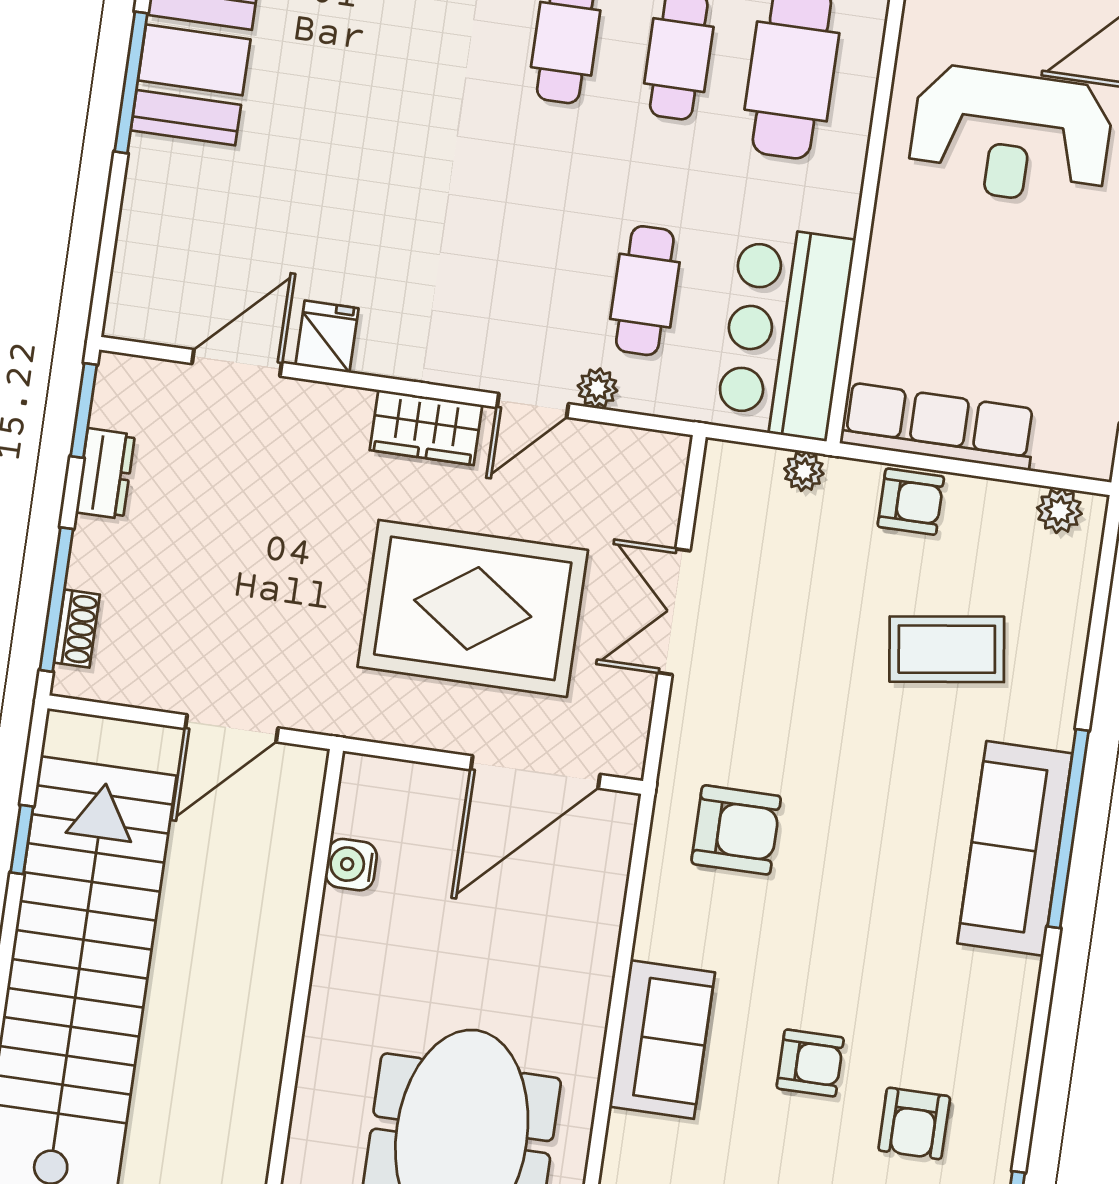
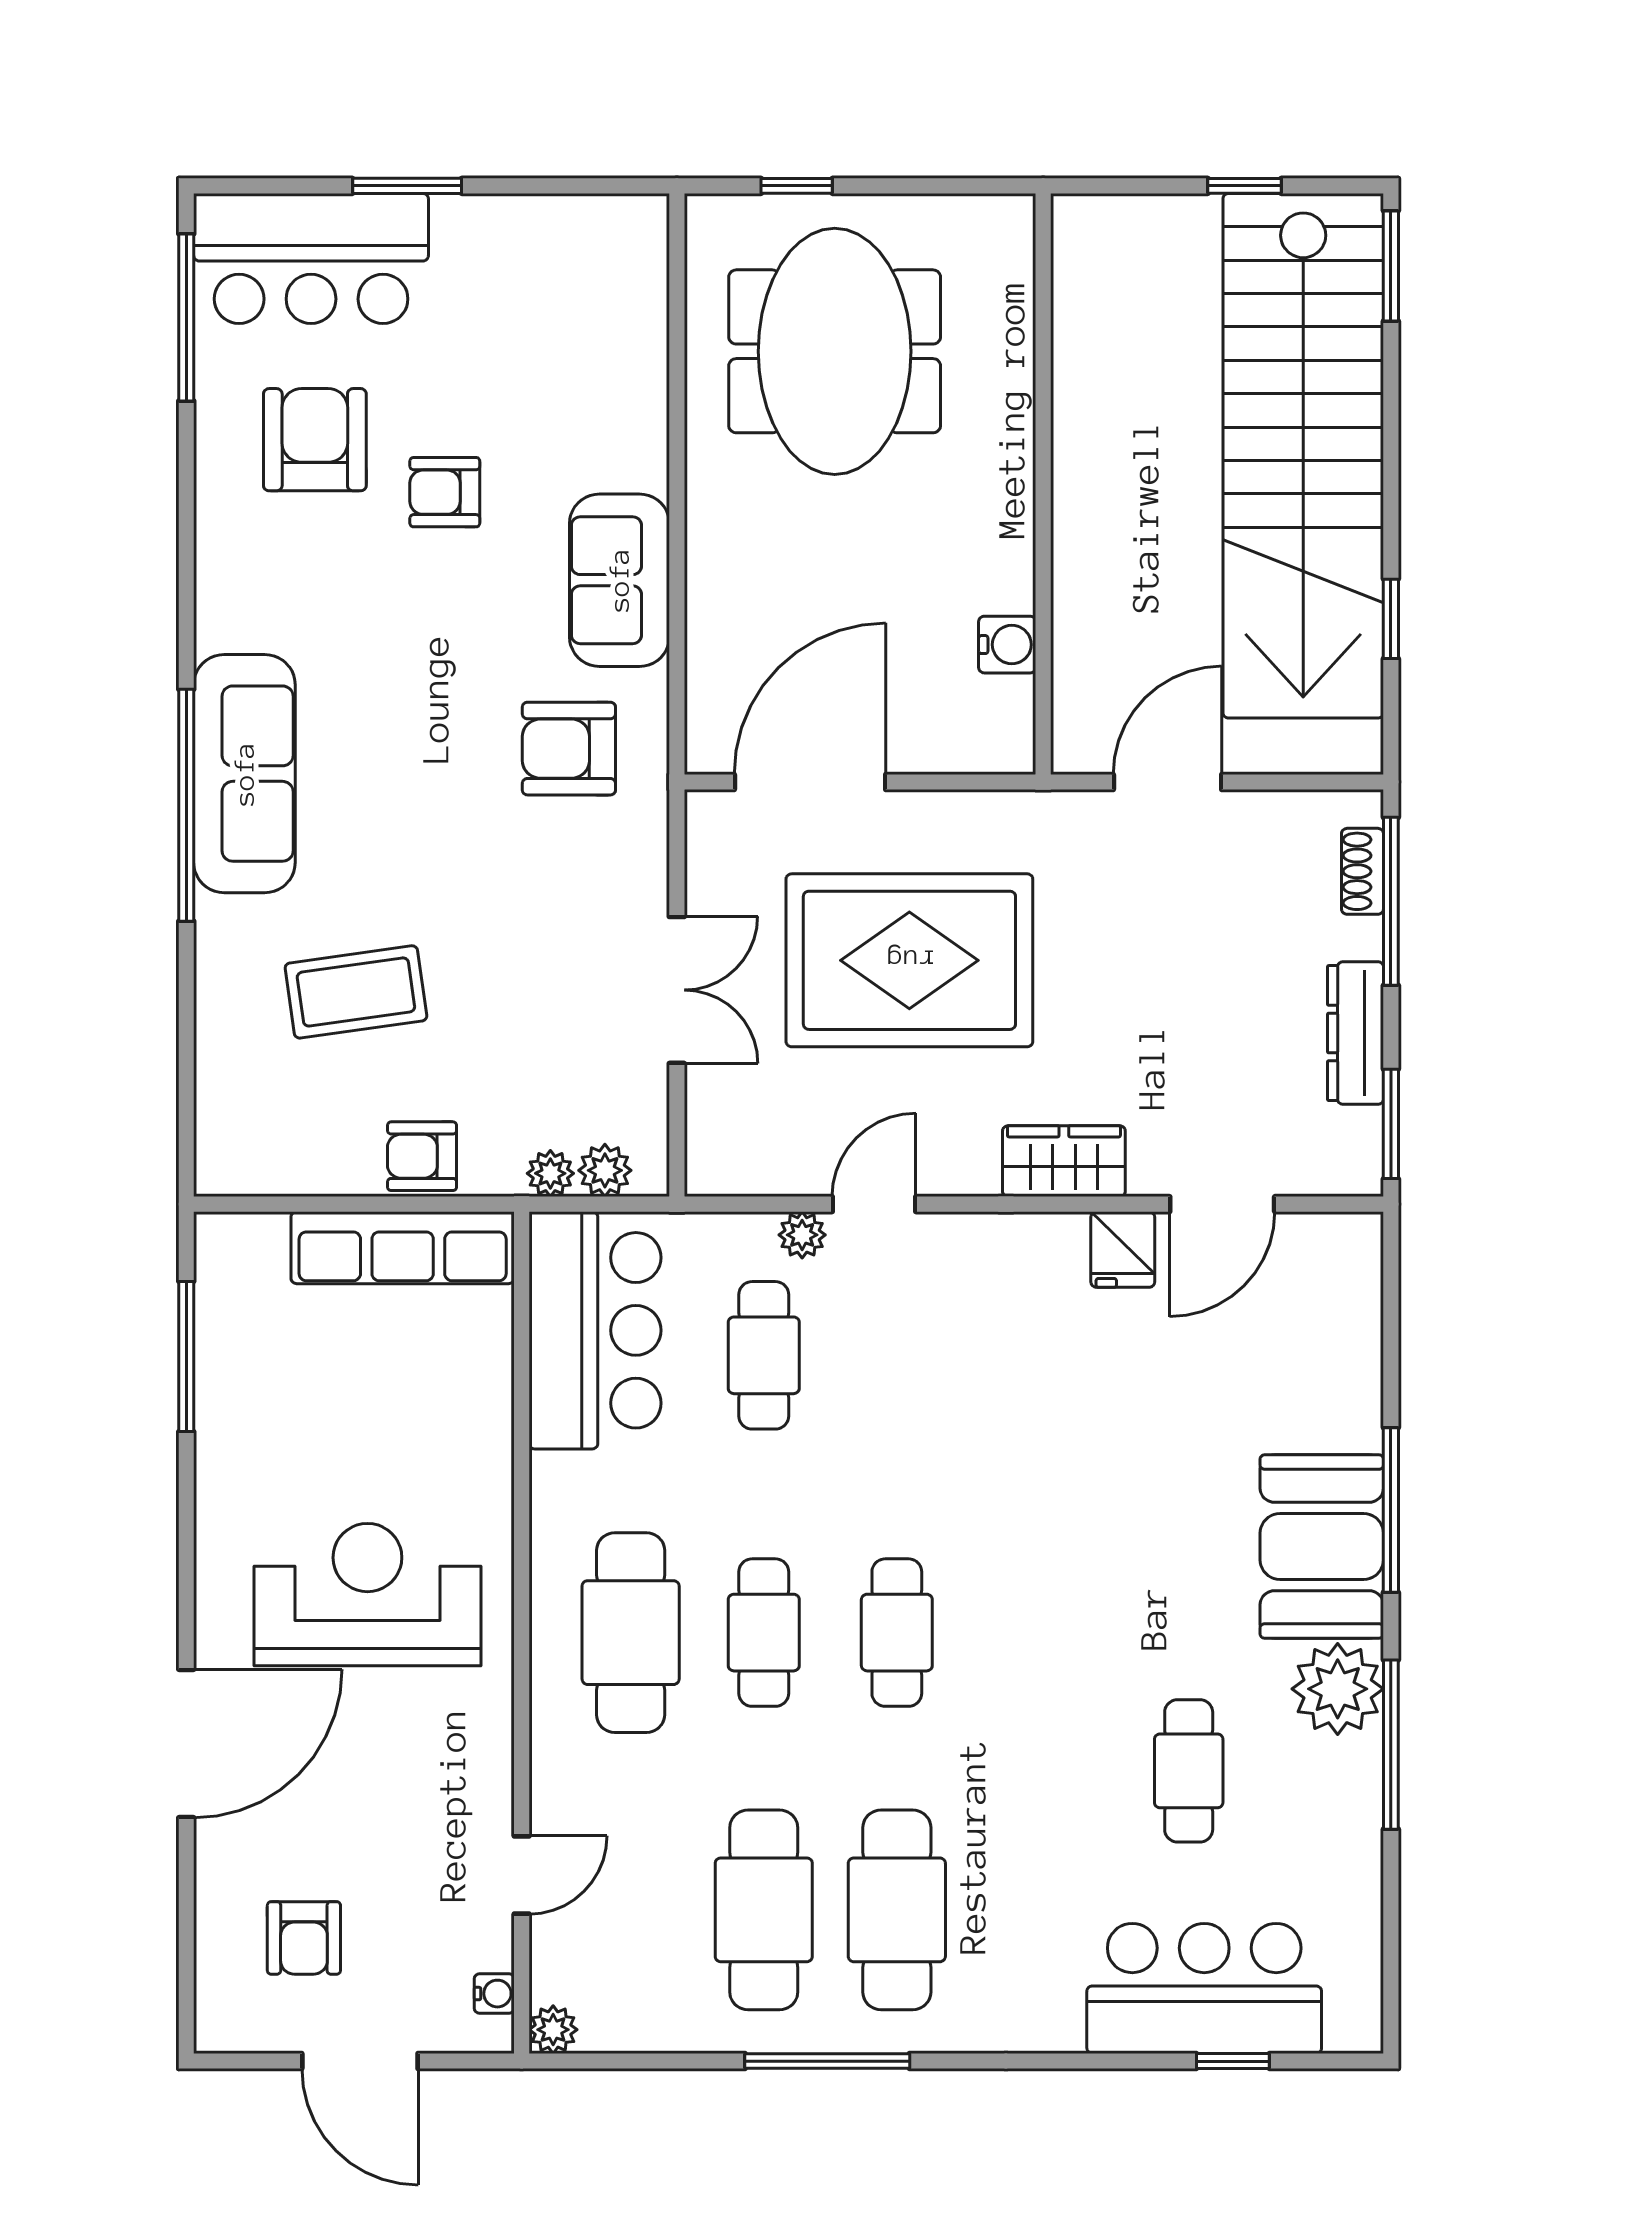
wardrobe: (426, 427) -> (1064, 1161), moved
dresser: (105, 474) -> (1355, 1033), width x1.44
plant: (1059, 511) -> (605, 1170), moved
sofa: (662, 1039) -> (619, 580), moved
armchair: (914, 1123) -> (315, 440), width x1.38, depth x1.38

